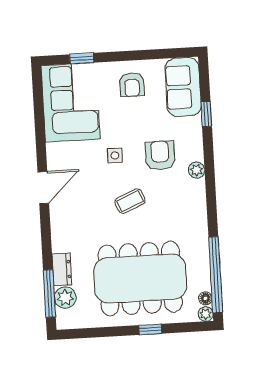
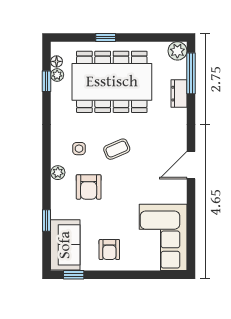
window: (82, 58) -> (74, 275), moved
armchair: (132, 85) -> (109, 250), turned 180
side table: (115, 155) -> (79, 149), moved
window: (216, 275) -> (47, 81), width x0.32
plant: (65, 298) -> (177, 51), moved
plant: (206, 314) -> (57, 75), moved

